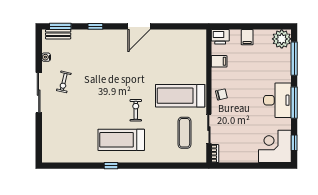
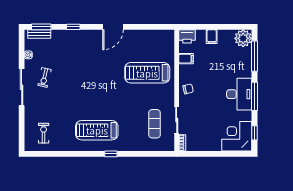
treadmill: (180, 96) -> (147, 73), moved
exercise bike: (136, 110) -> (44, 133), moved
window: (111, 166) -> (111, 154), moved

